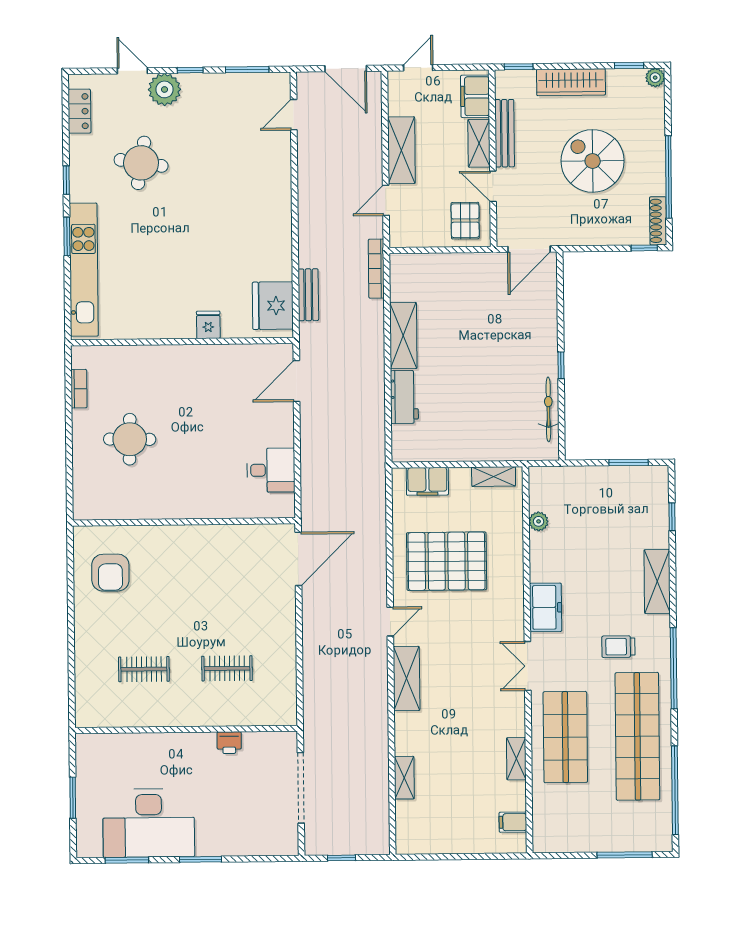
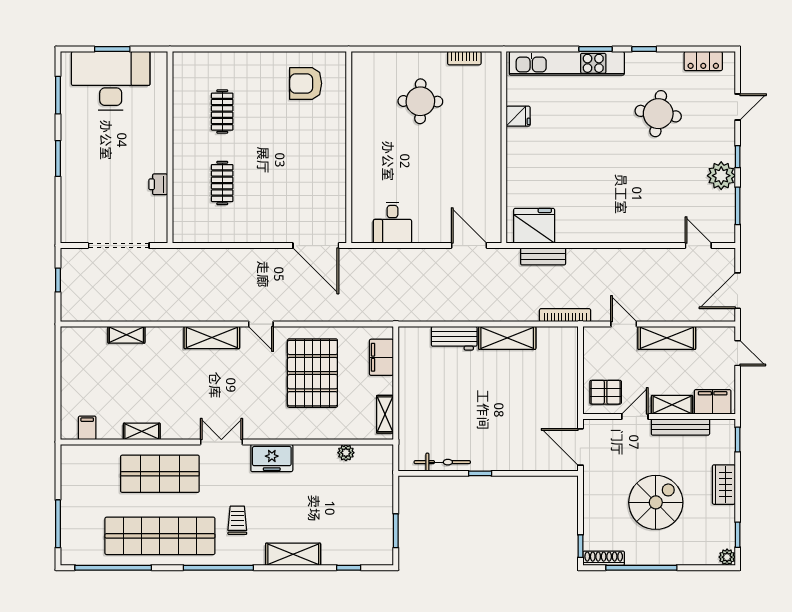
wardrobe: (571, 82) -> (724, 485), width x0.67
plant: (164, 89) -> (721, 176), moved
fridge: (208, 325) -> (518, 116), moved
desk: (149, 823) -> (111, 81), moved, turned 90

